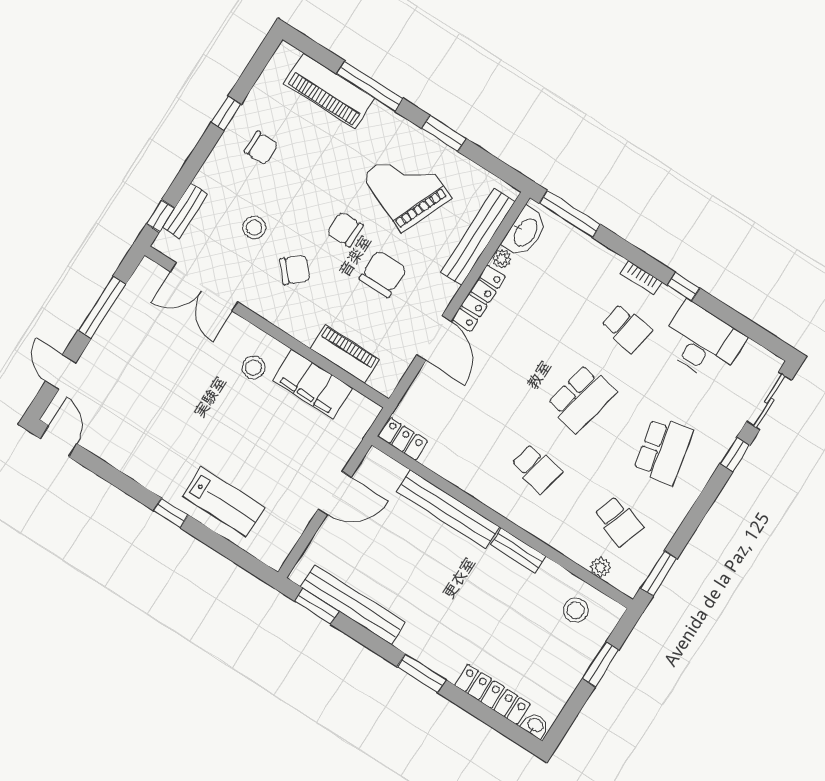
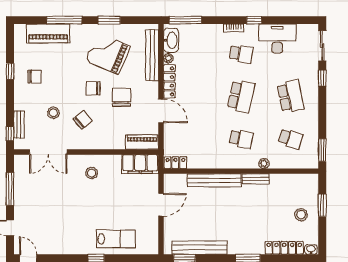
piano: (345, 354) -> (142, 142), moved
filing cabinet: (313, 384) -> (140, 164), moved
plant: (601, 567) -> (264, 164), moved
stool: (576, 610) -> (301, 215), moved

